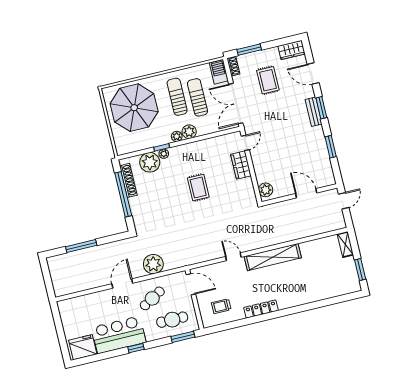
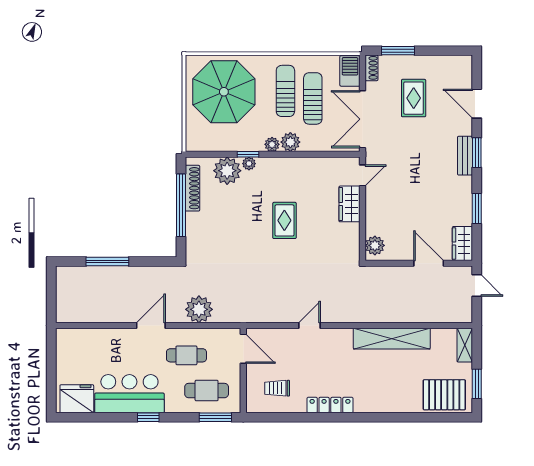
wardrobe: (292, 50) -> (462, 244), moved, turned 90
door: (344, 201) -> (477, 285), hinge flipped
door: (233, 257) -> (310, 326), hinge flipped
shelving: (273, 257) -> (392, 339), moved
pallet: (339, 283) -> (444, 395), added
cafe table: (152, 298) -> (186, 355), turned 30

